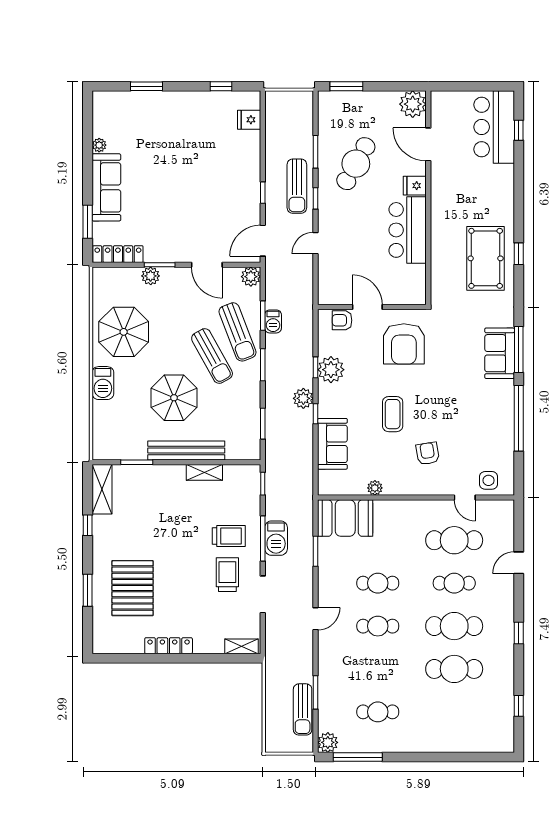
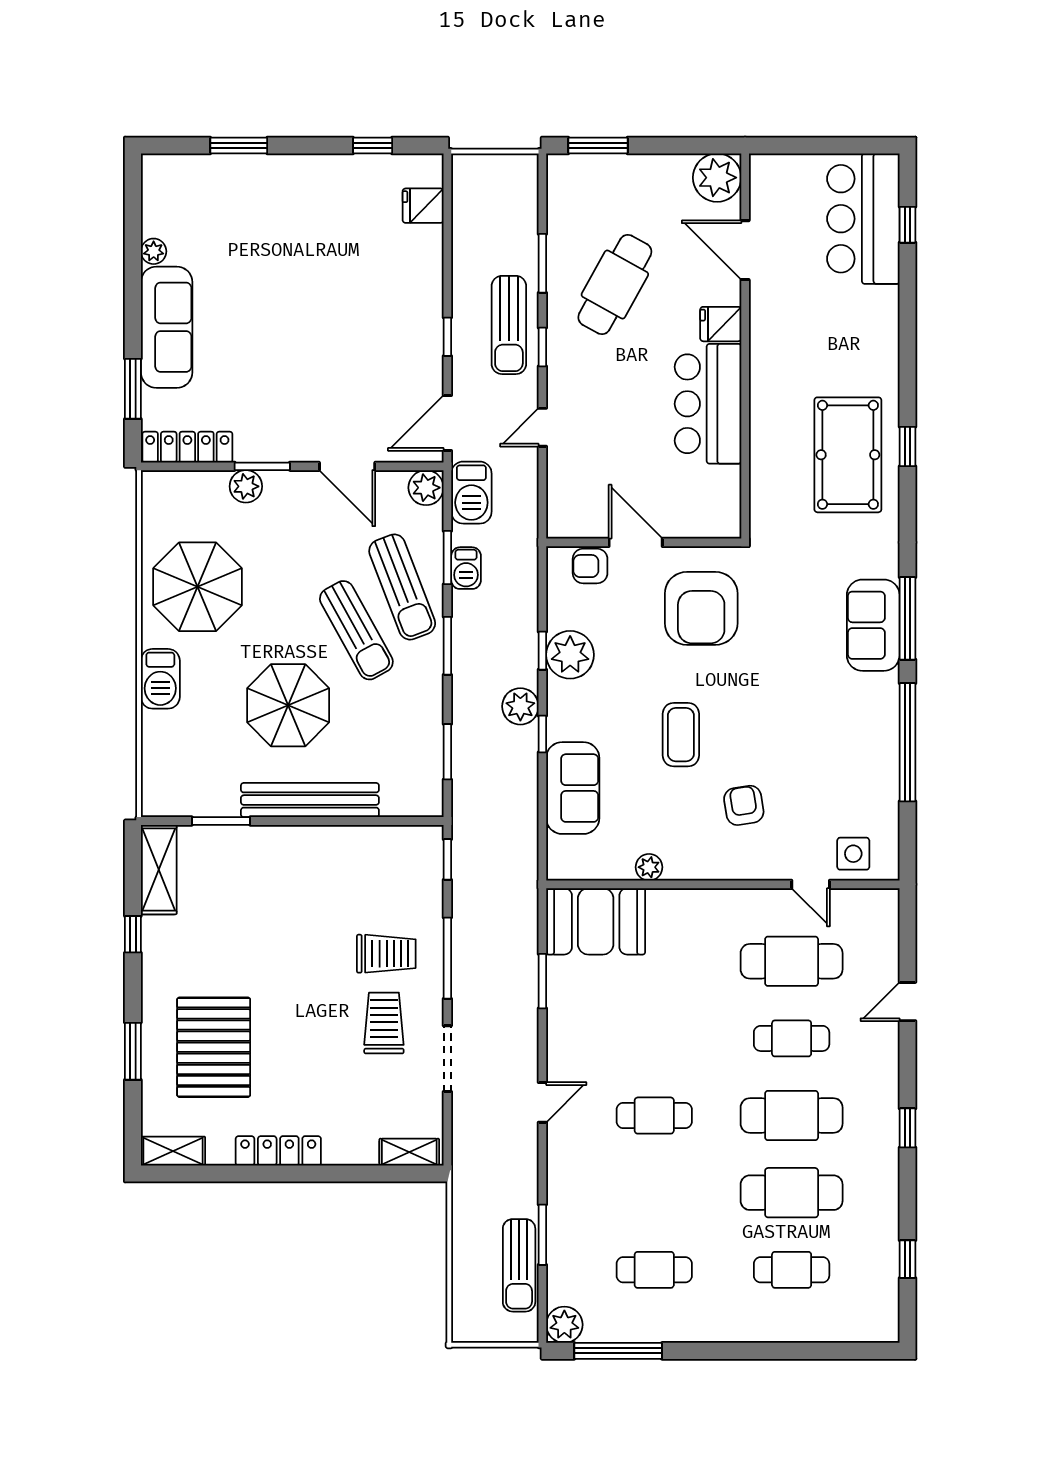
shelving: (204, 472) -> (173, 1151), moved
barbecue: (276, 538) -> (471, 493), moved
cafe table: (378, 583) -> (792, 1270), moved

